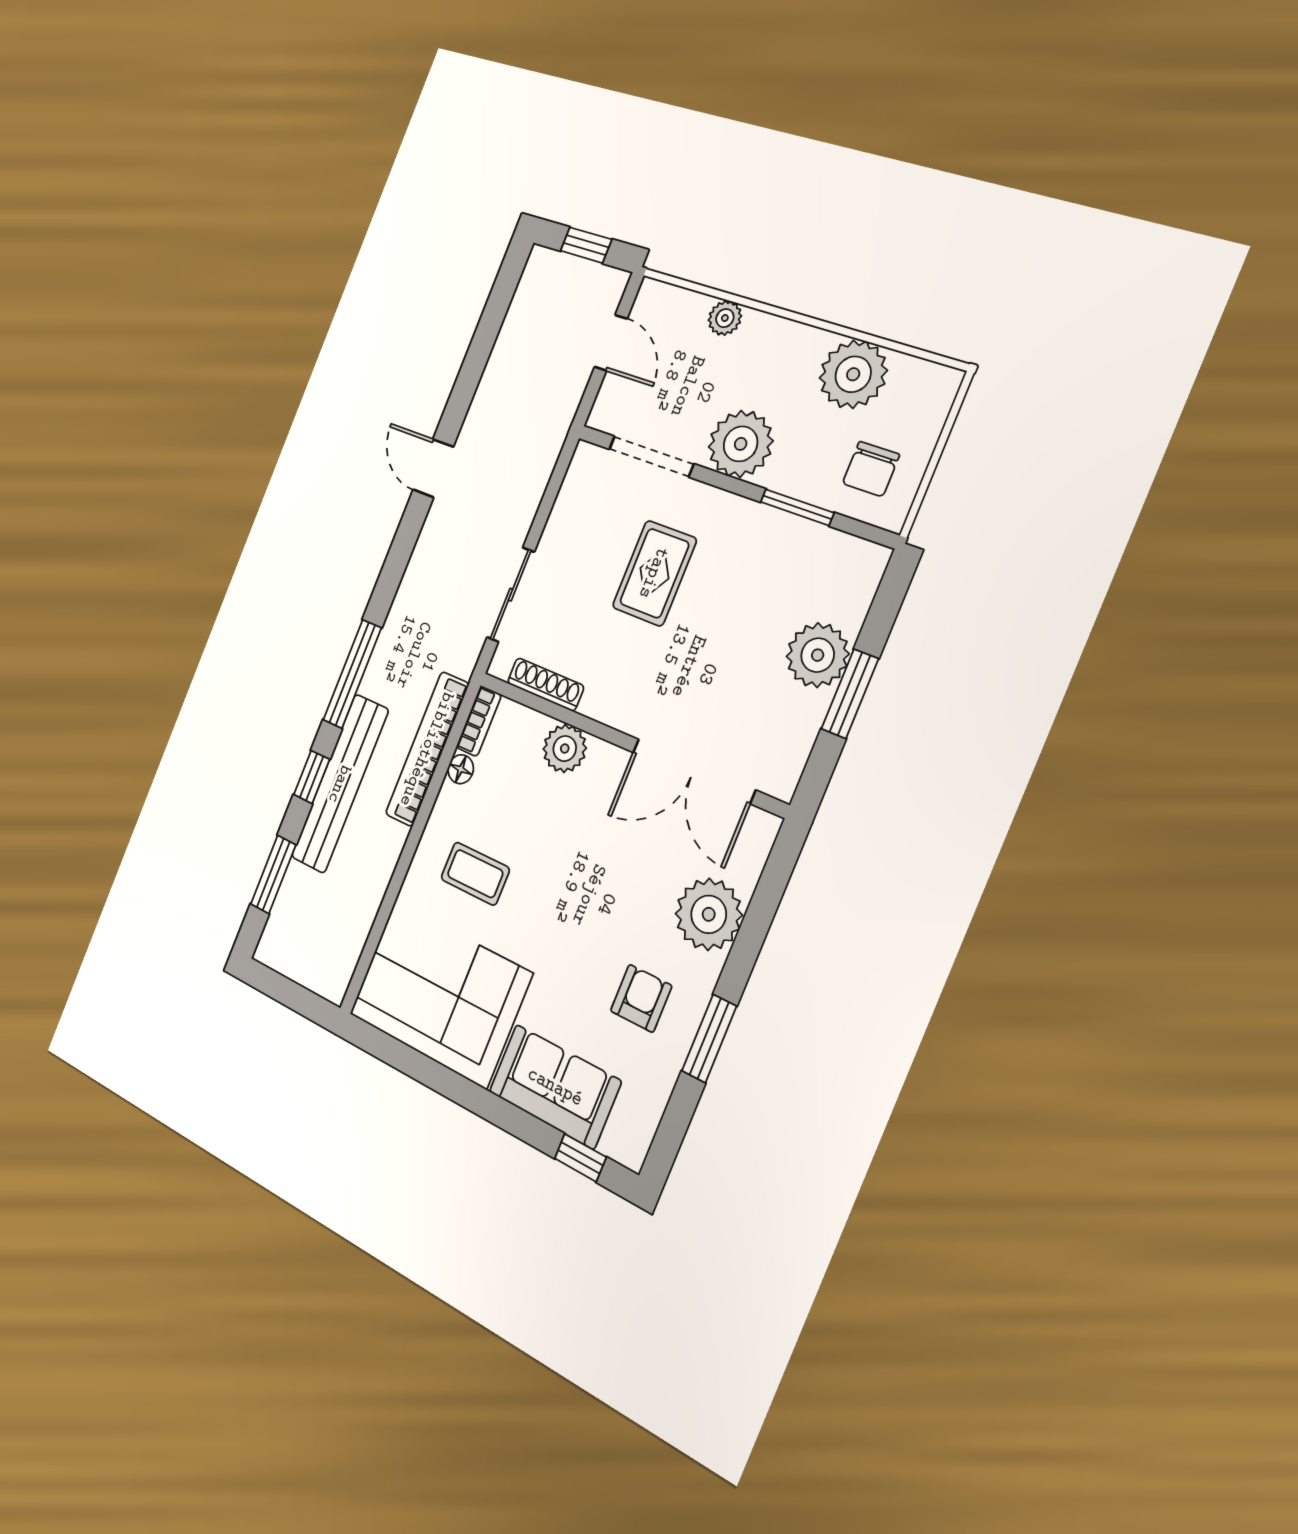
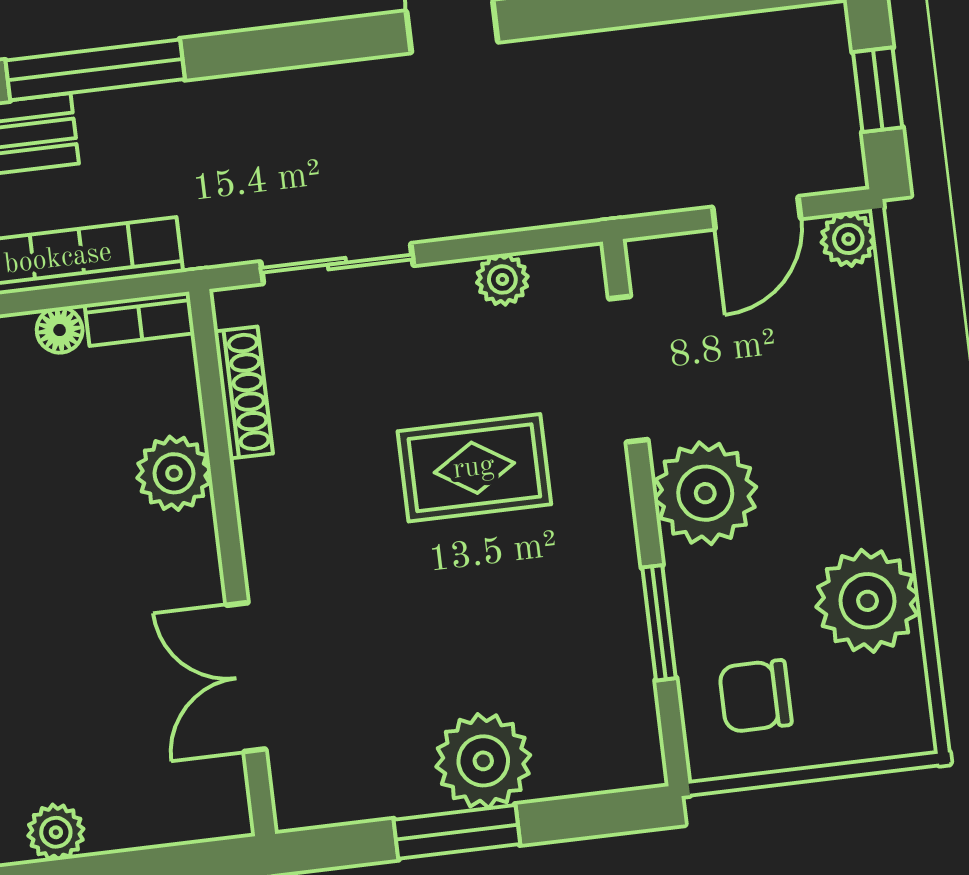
plant: (725, 318) -> (848, 239), moved
plant: (567, 505) -> (502, 279), added
double door: (693, 771) -> (246, 677), width x0.73
plant: (709, 914) -> (56, 832), width x0.53, depth x0.53

